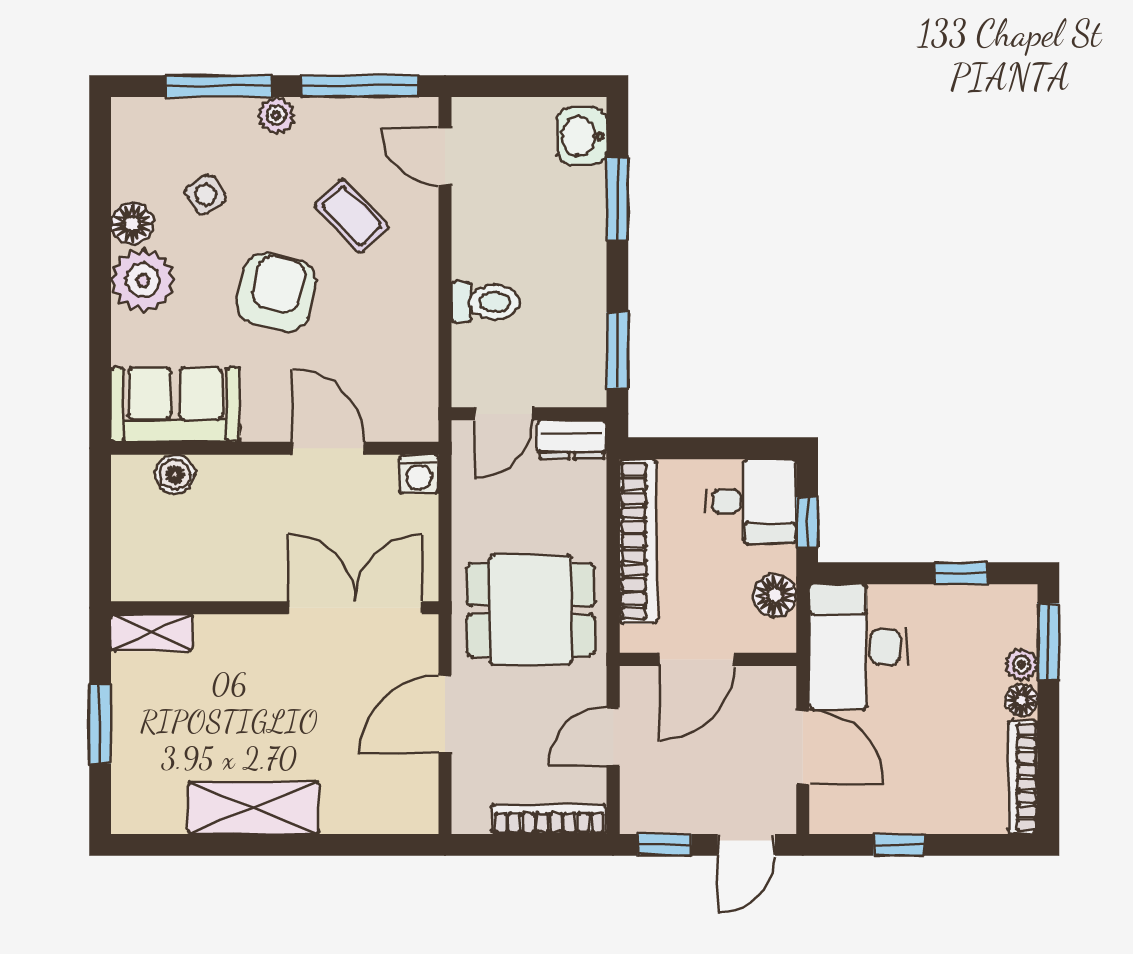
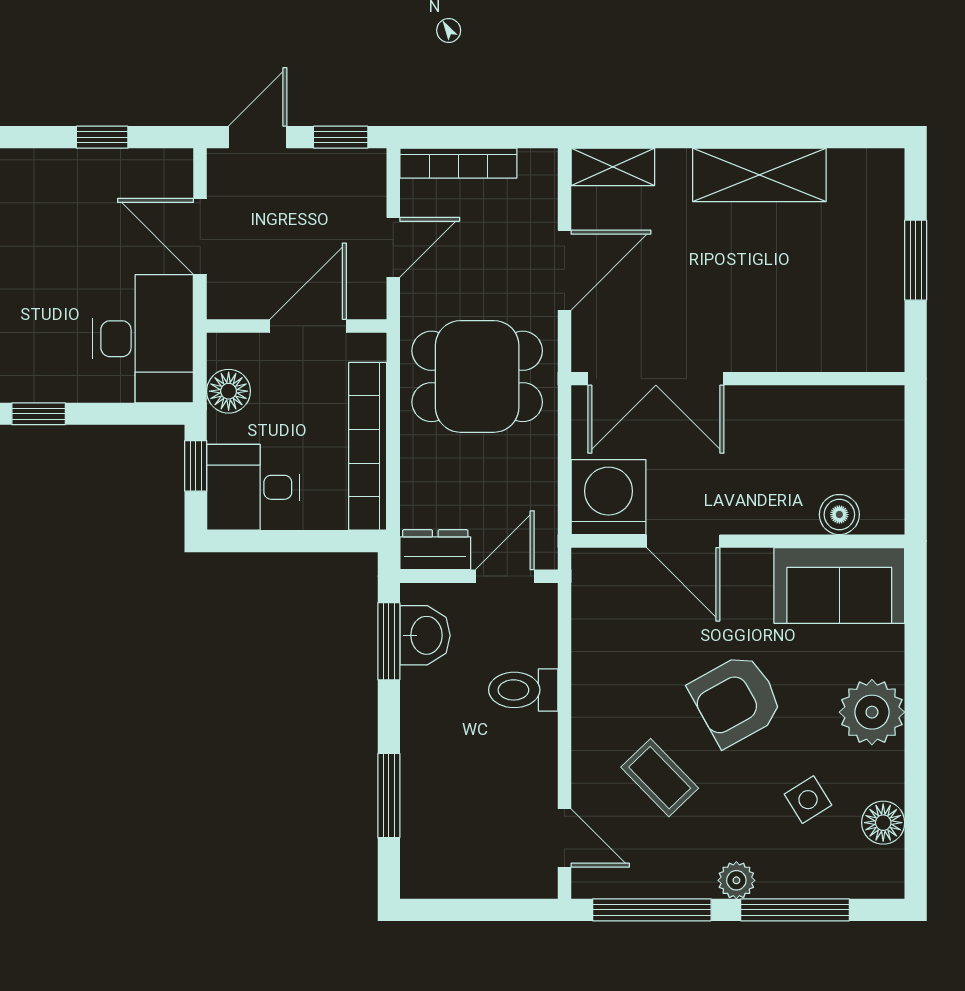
washbasin: (582, 136) -> (425, 635), moved
floor lamp: (132, 224) -> (883, 823), moved
armchair: (276, 292) -> (736, 700), turned 47
washing machine: (419, 474) -> (608, 497), width x1.89, depth x1.89
shelving: (152, 633) -> (613, 167), moved

